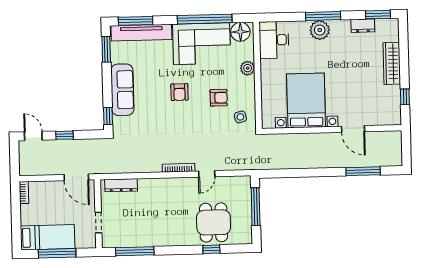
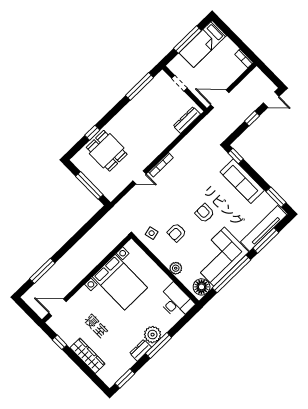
window: (136, 21) -> (266, 240), moved
dresser: (363, 26) -> (141, 350), moved
door: (353, 129) -> (57, 307), moved
door: (207, 174) -> (139, 177), swing flipped

